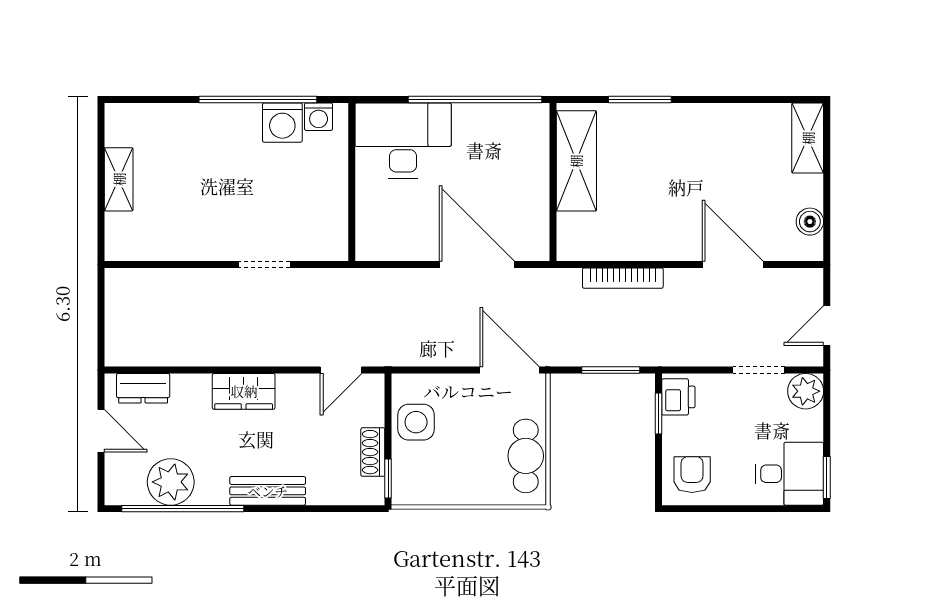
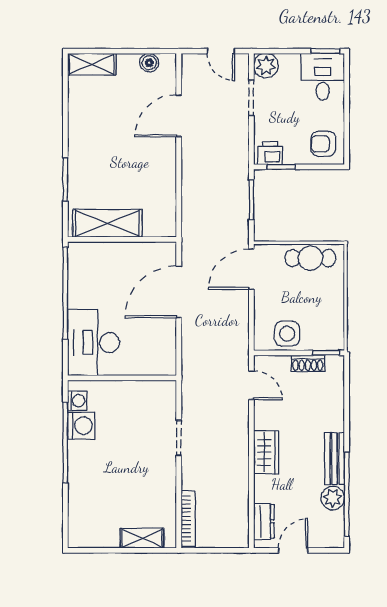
shelving: (119, 179) -> (142, 538), moved
bookcase: (623, 278) -> (188, 518), moved
plant: (171, 482) -> (333, 498), width x0.73, depth x0.73
bench: (268, 491) -> (334, 459), moved

